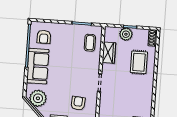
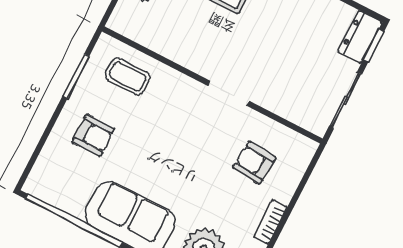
armchair: (44, 37) -> (93, 135), moved
wardrobe: (109, 53) -> (169, 43), removed

